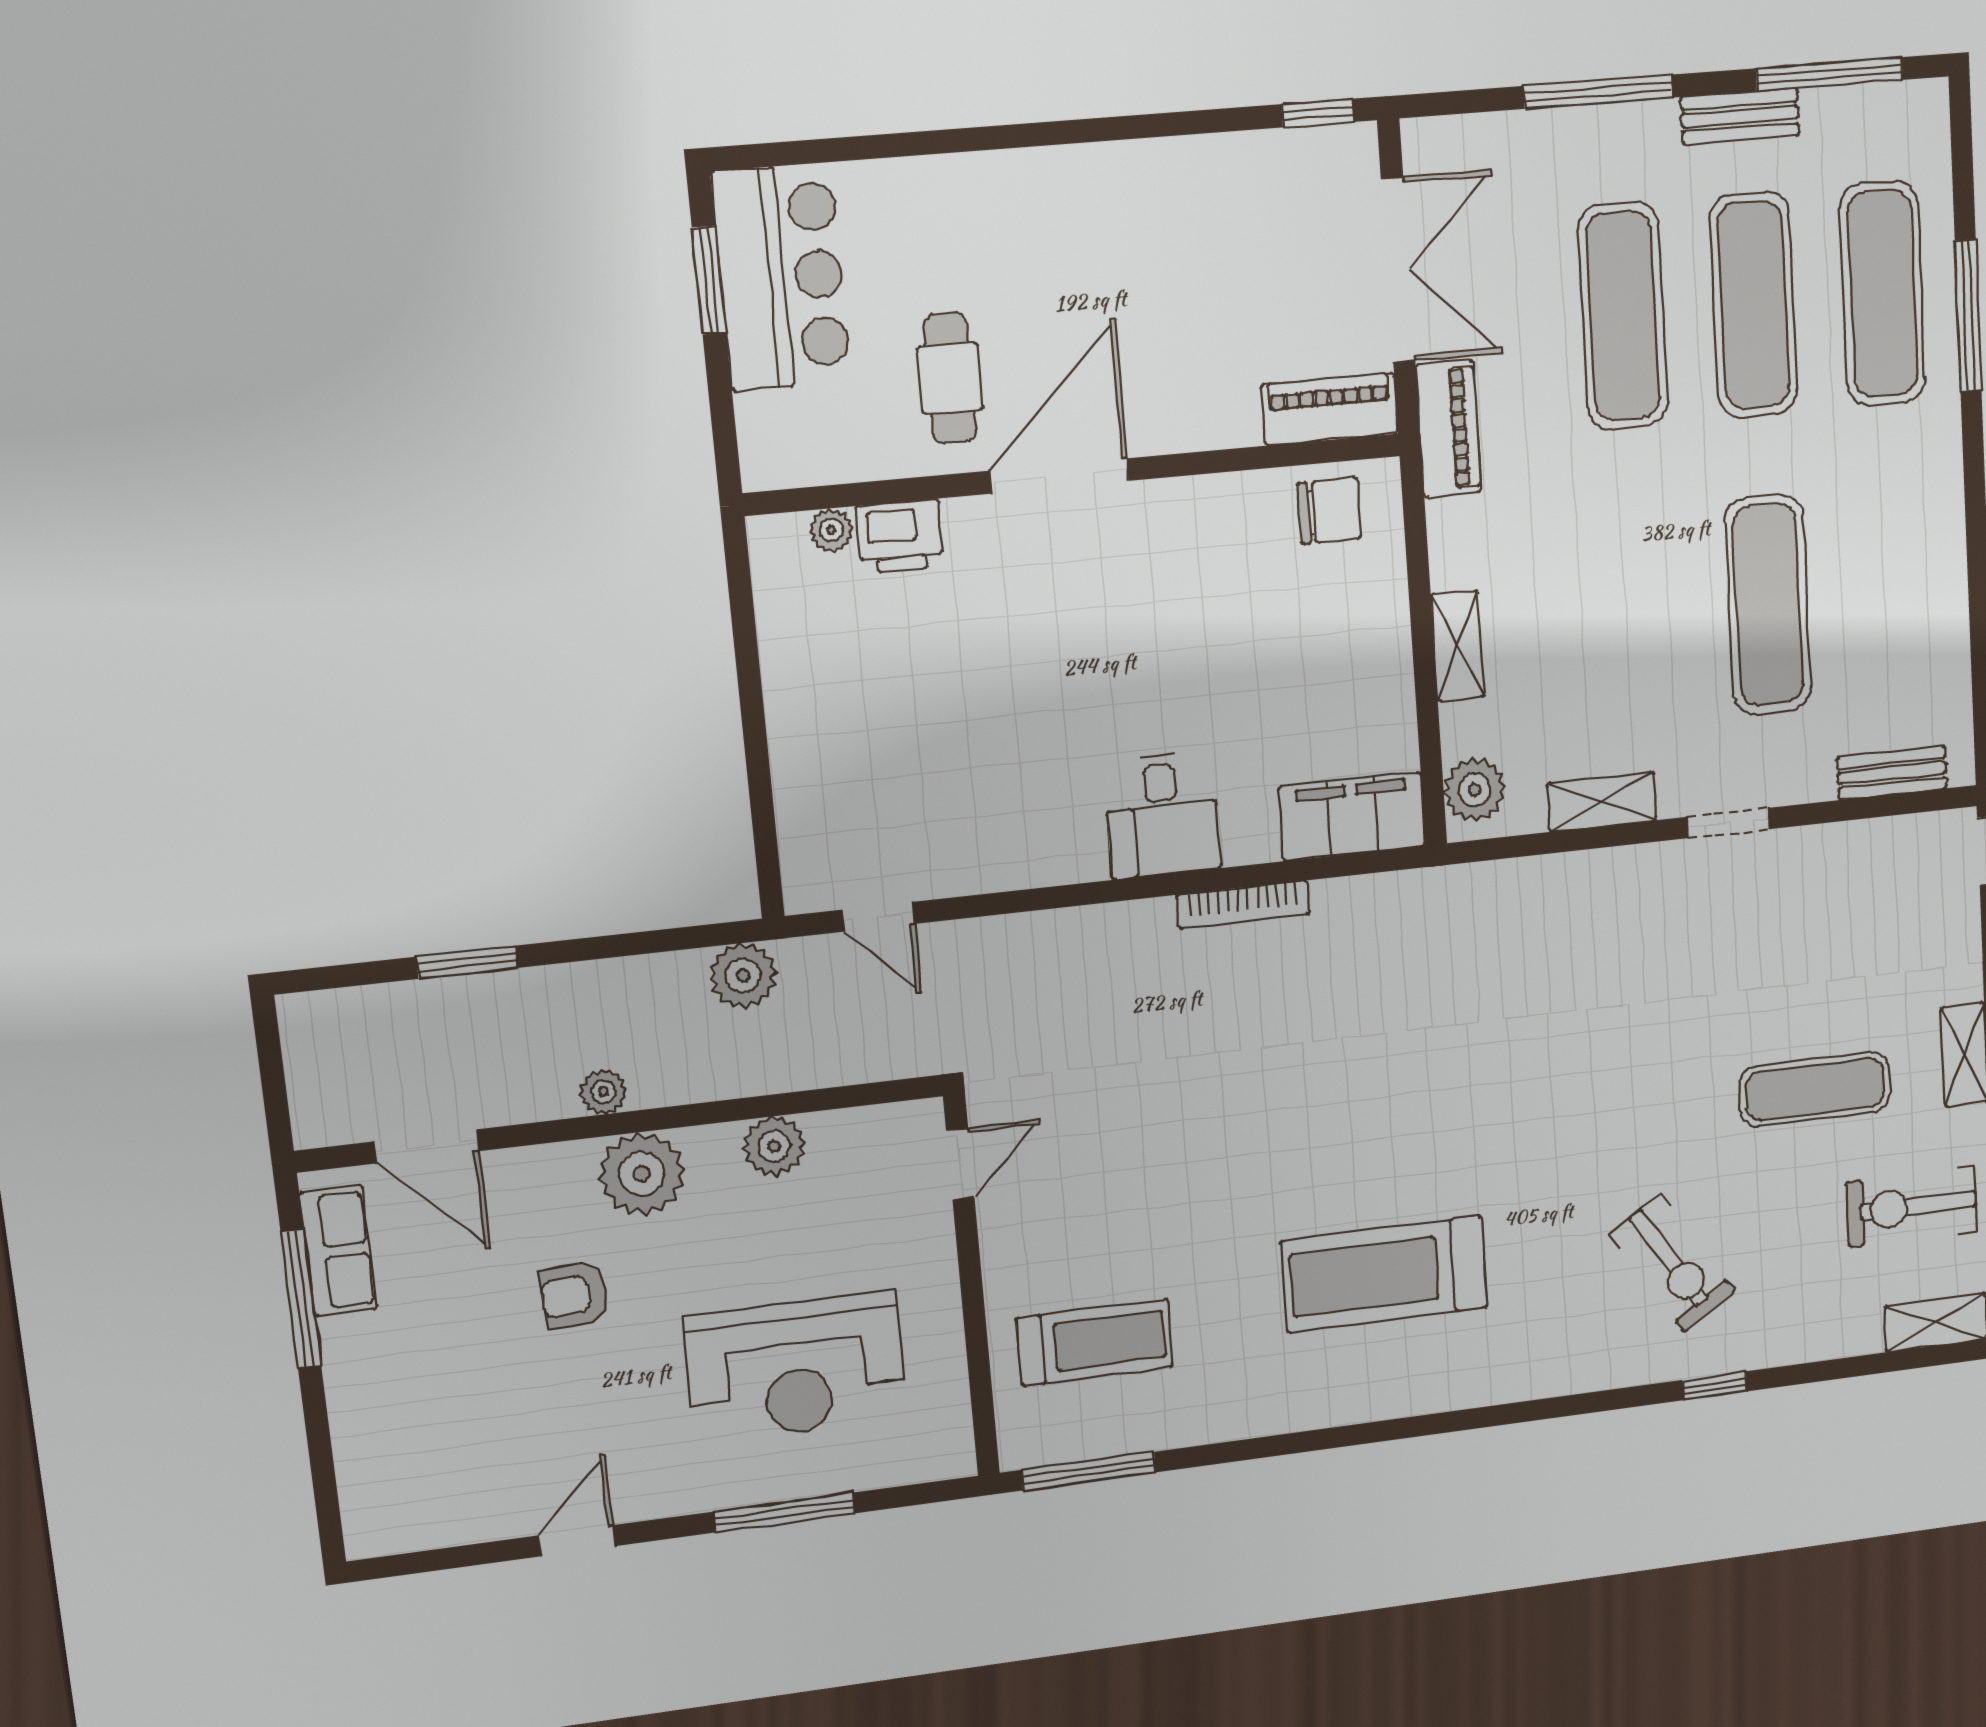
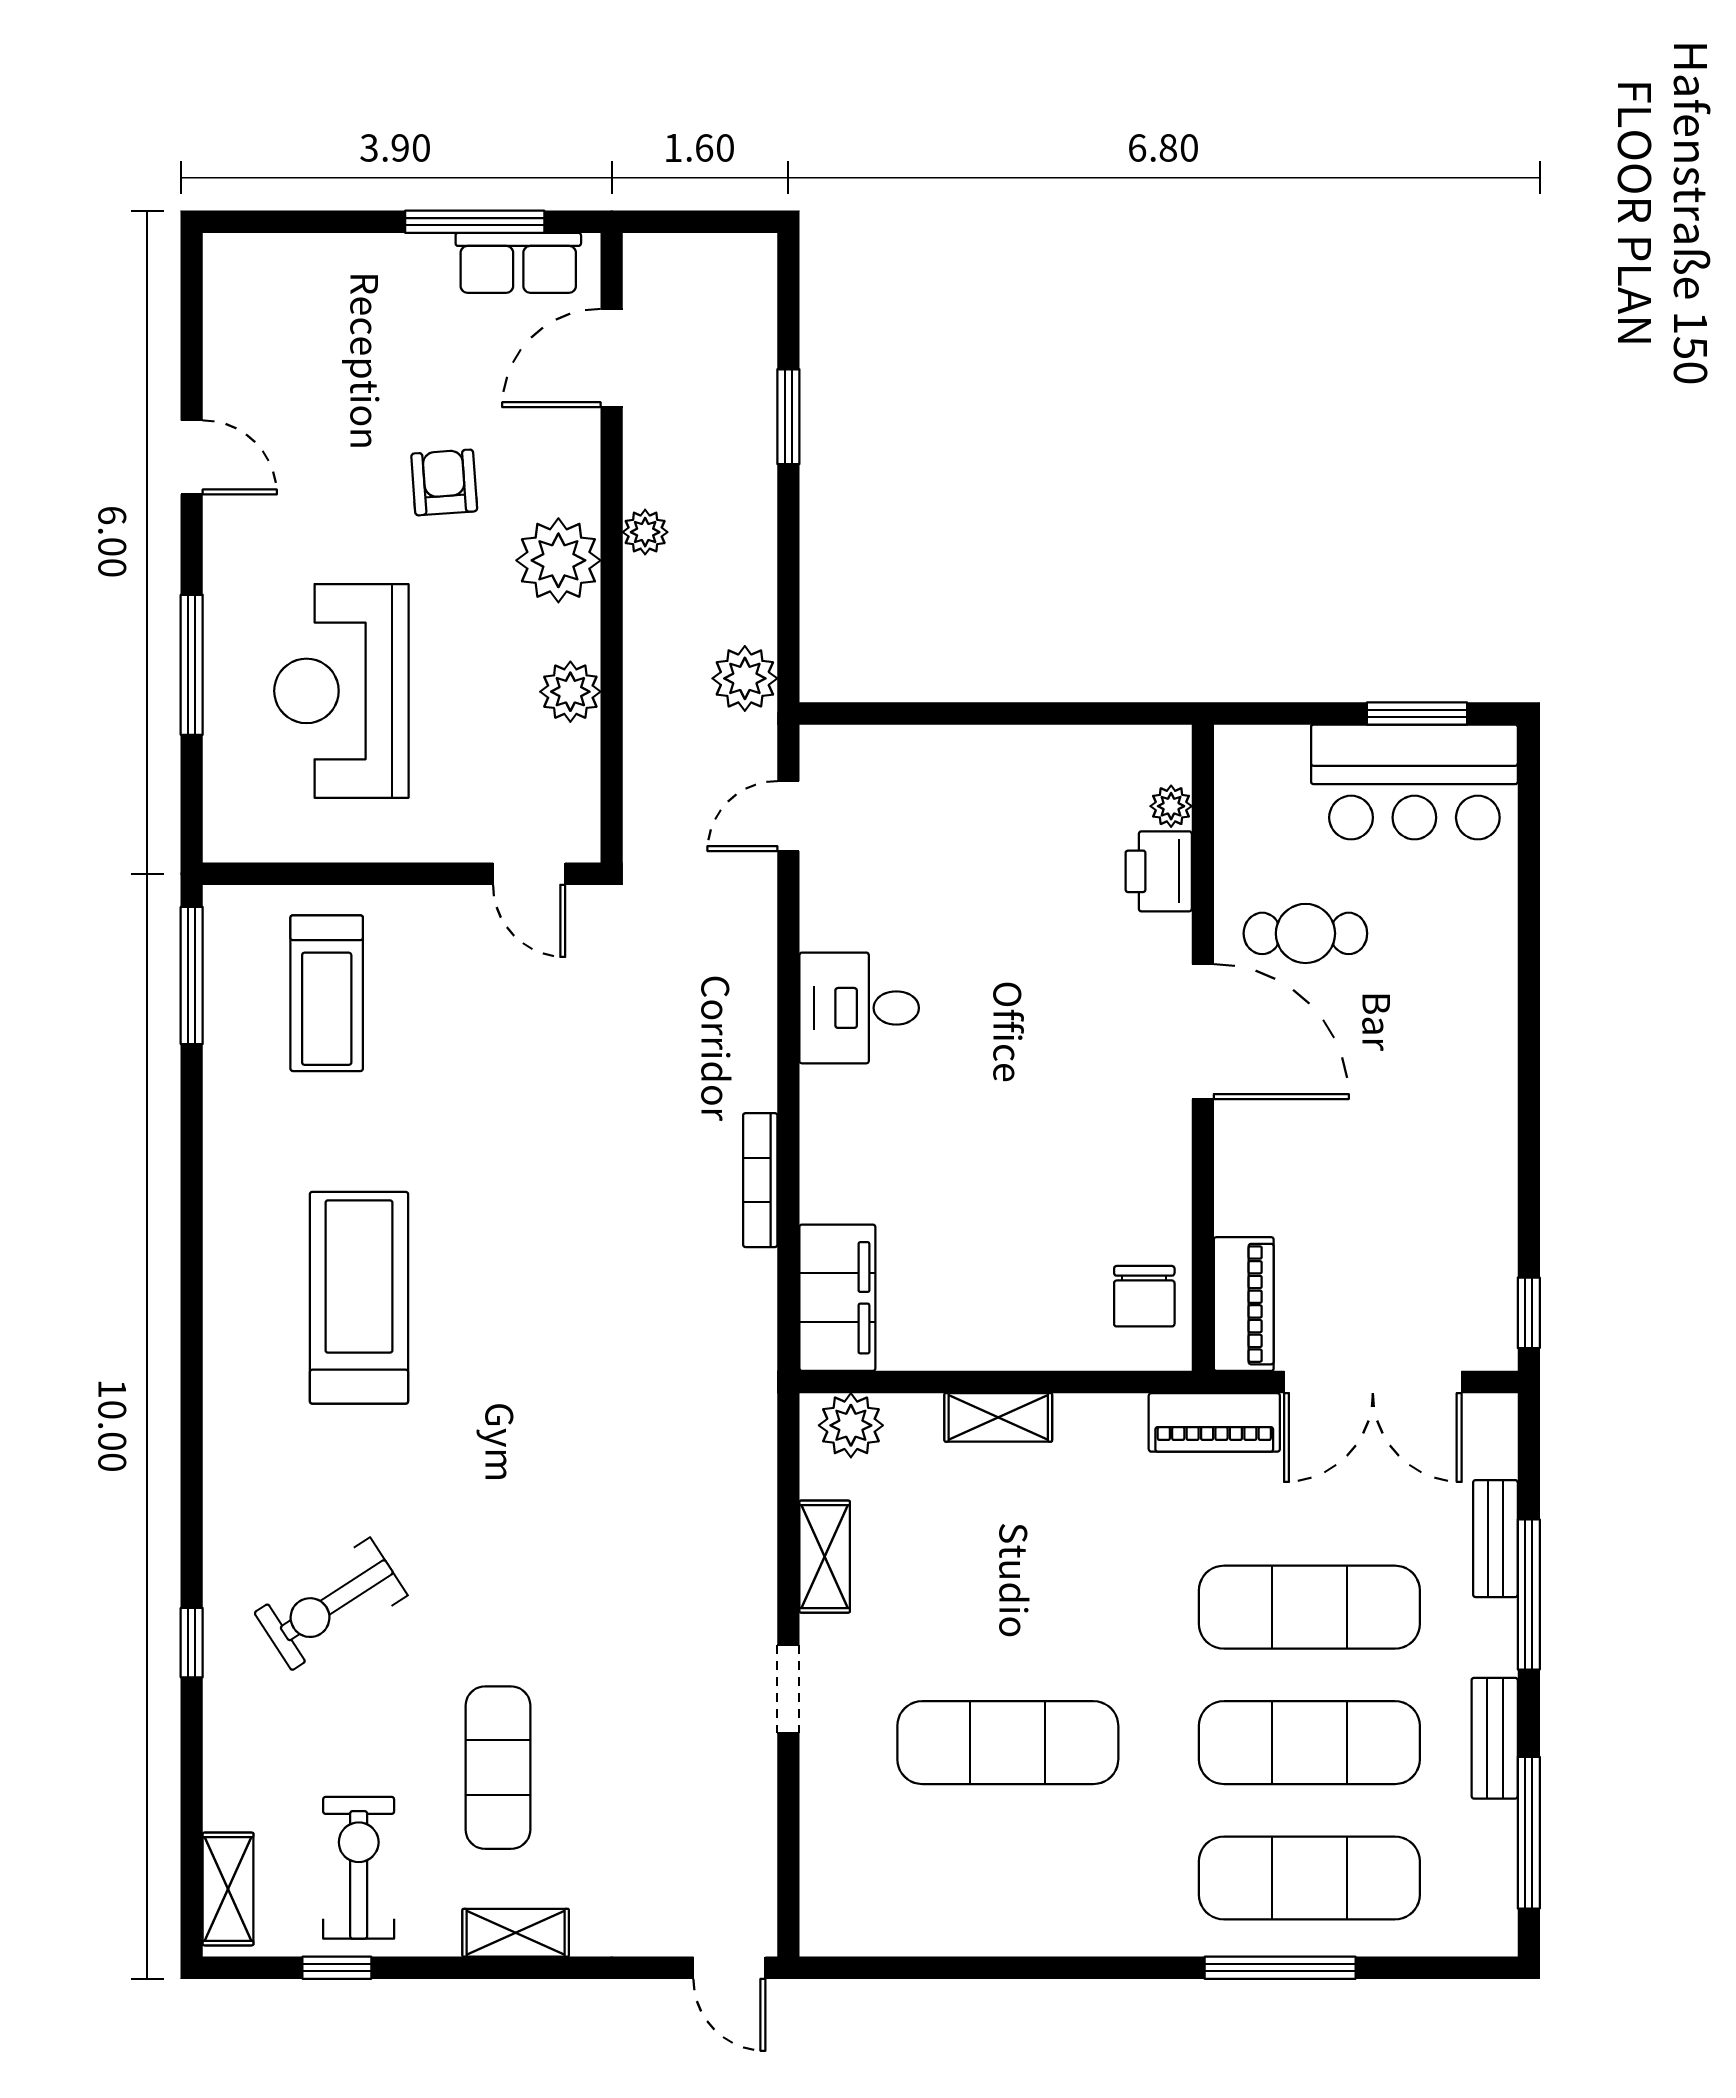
bench: (1892, 773) -> (1495, 1539), moved
desk: (1162, 815) -> (859, 1008), moved

